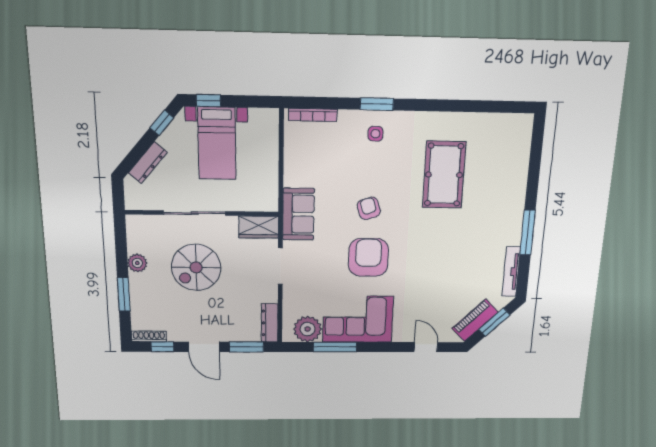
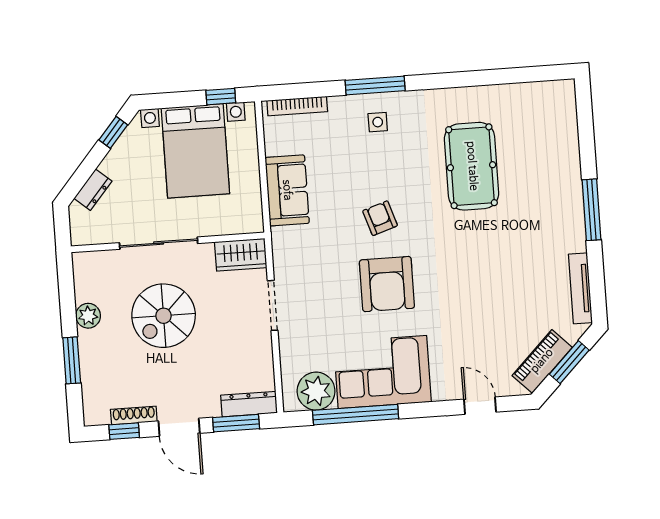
window: (208, 101) -> (221, 97), moved
window: (377, 104) -> (375, 85), width x1.44
bed with nightstands: (217, 143) -> (195, 151), width x1.36
dresser: (148, 163) -> (93, 190), width x0.70
sofa: (298, 214) -> (287, 190), moved
window: (528, 233) -> (591, 210), moved
armchair: (368, 257) -> (387, 284), turned 180
dresser: (270, 323) -> (249, 404), moved, turned 90
shoe rack: (149, 336) -> (134, 415), moved
window: (335, 347) -> (356, 415), width x1.46

